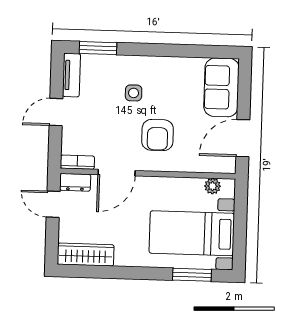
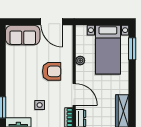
side table: (134, 93) -> (40, 105), moved
plant: (213, 186) -> (80, 60), moved

